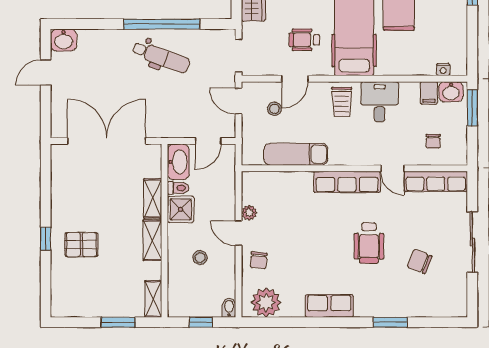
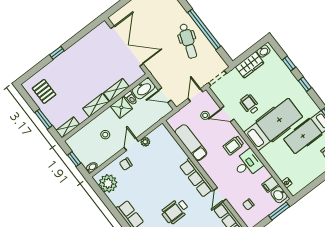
pallet: (81, 245) -> (44, 91), moved

